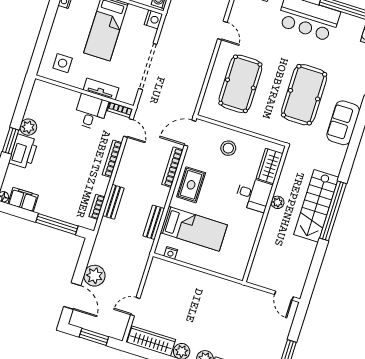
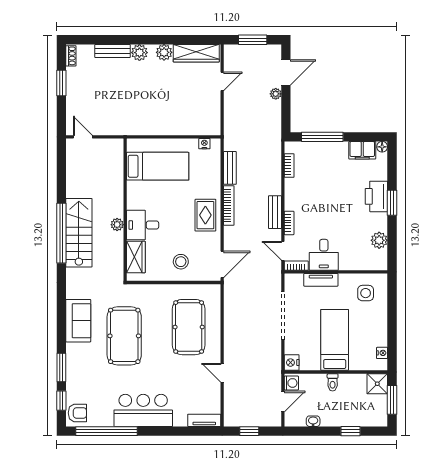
plant: (28, 127) -> (379, 240), moved
bookcase: (112, 159) -> (289, 223), width x0.64
bookcase: (172, 167) -> (229, 206), moved
bench: (113, 202) -> (275, 212), moved
bed: (194, 229) -> (158, 166), moved, turned 180
plant: (94, 276) -> (276, 94), width x0.53, depth x0.53
door: (72, 296) -> (286, 72), swing flipped

